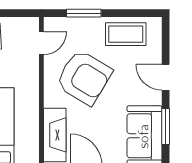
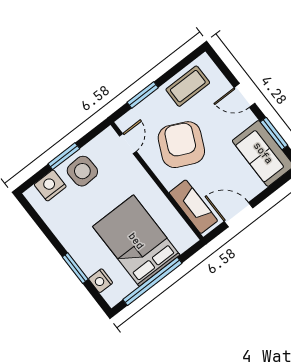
armchair: (84, 77) -> (181, 145), turned -96

